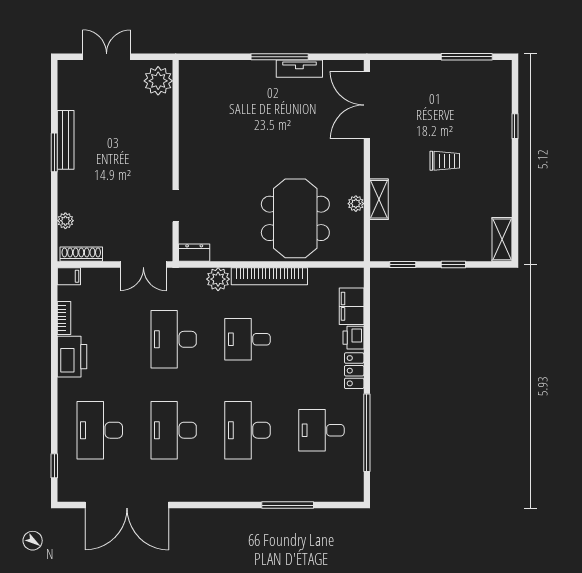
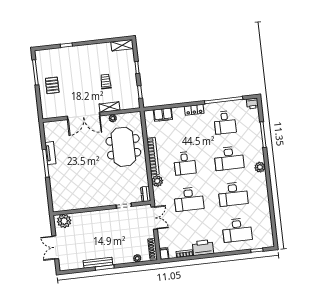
pallet: (436, 88) -> (52, 85), added
double door: (367, 105) -> (84, 116), moved
trolley: (445, 161) -> (106, 82), moved
meeting table: (295, 218) -> (123, 147), turned 90
printer: (353, 338) -> (252, 103), moved
plant: (222, 491) -> (260, 167), added
double door: (127, 505) -> (272, 213), removed

